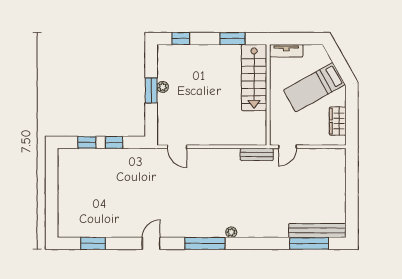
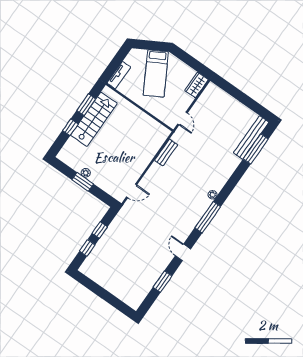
window: (181, 39) -> (70, 127), moved
stairs: (254, 78) -> (94, 119), moved, turned -90
wardrobe: (338, 121) -> (196, 85), moved, turned 90
bench: (257, 154) -> (166, 153), moved
window: (93, 243) -> (163, 282), moved

